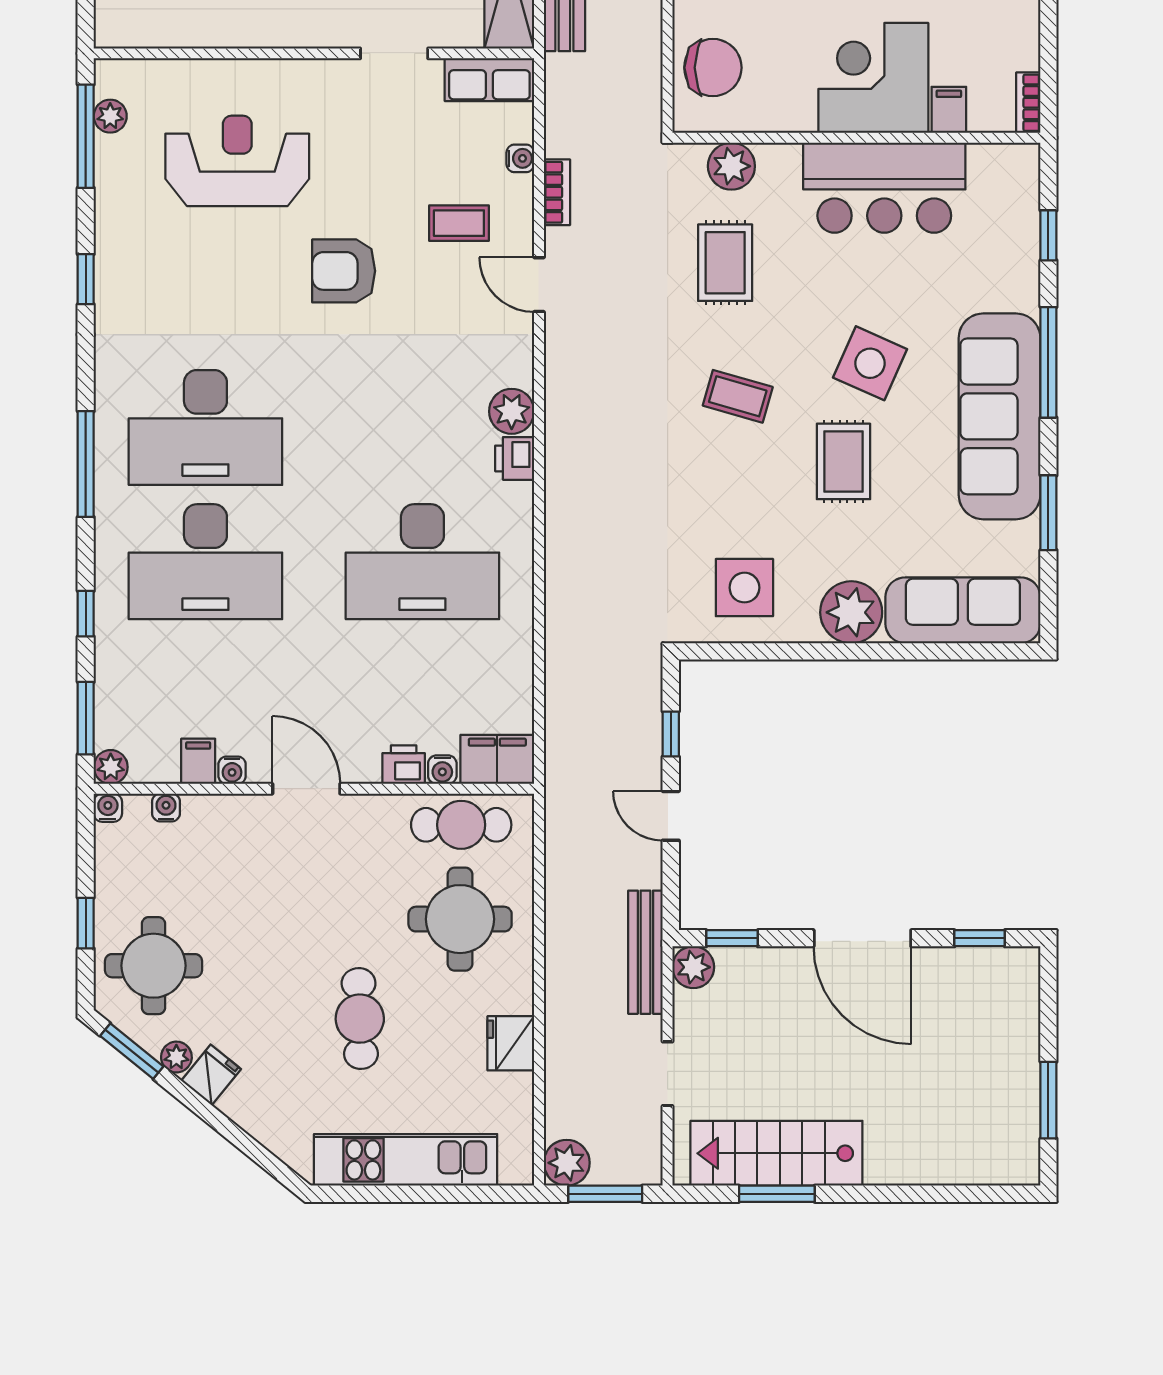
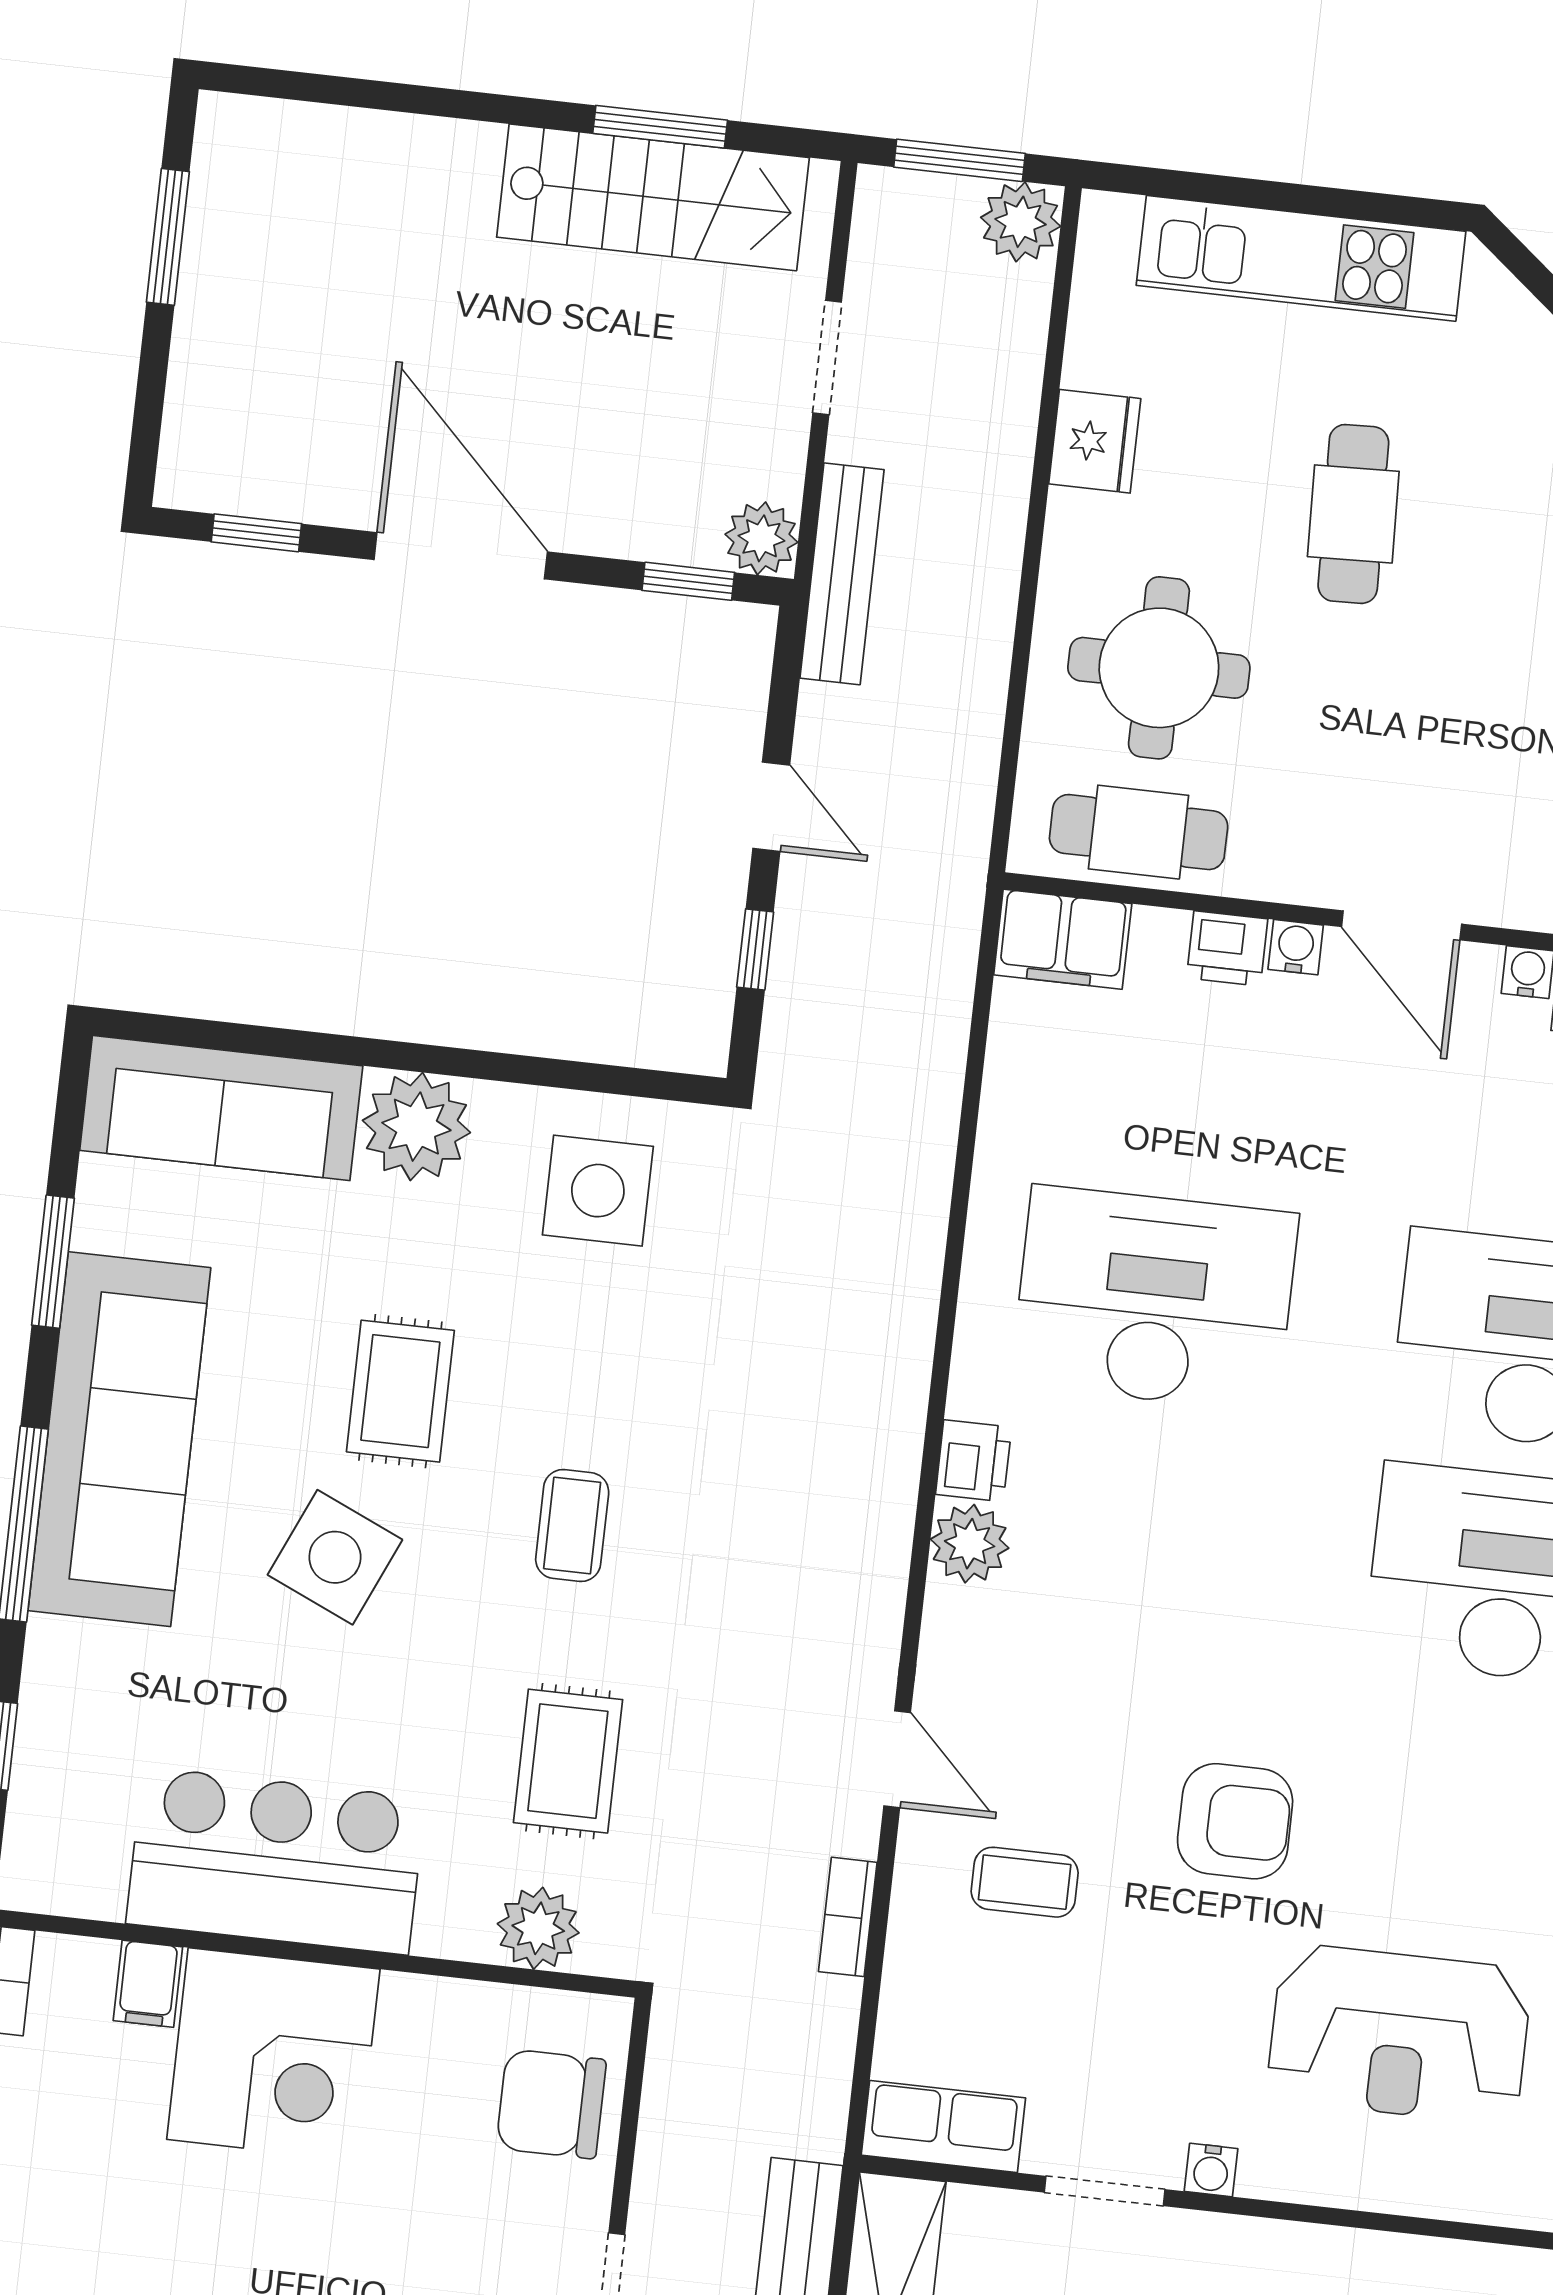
water cooler: (520, 158) -> (1211, 2170), moved, turned -90
coffee table: (738, 396) -> (572, 1526), turned 74
water cooler: (442, 770) -> (1296, 947), moved

